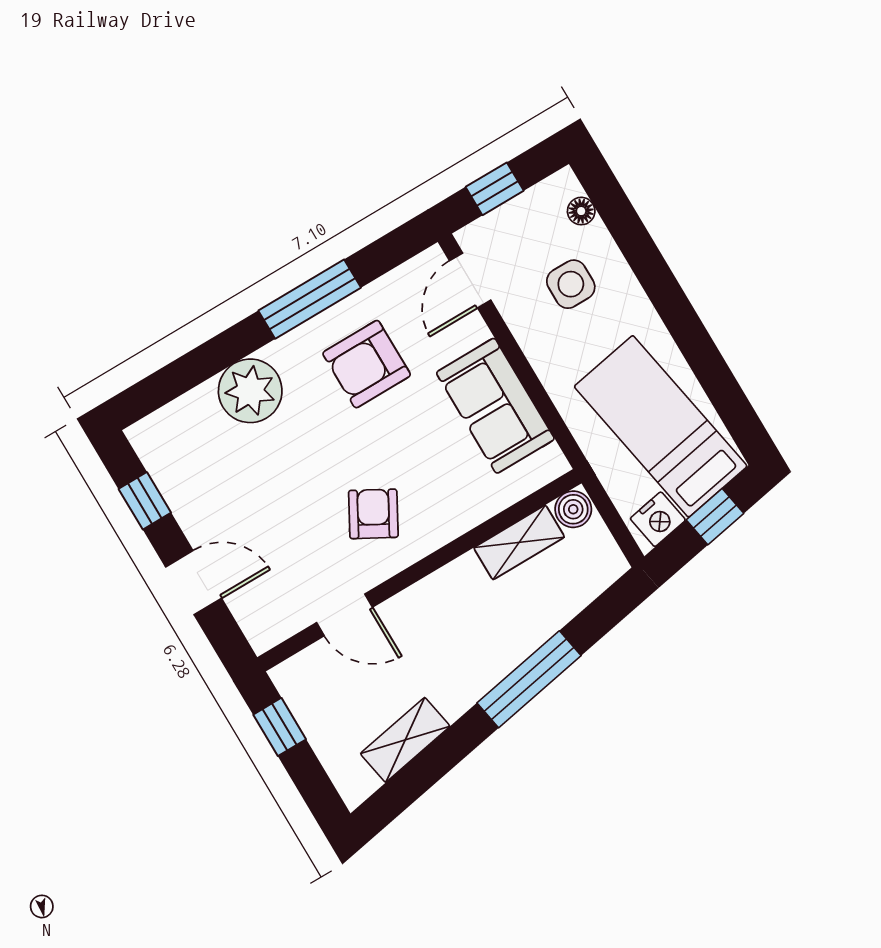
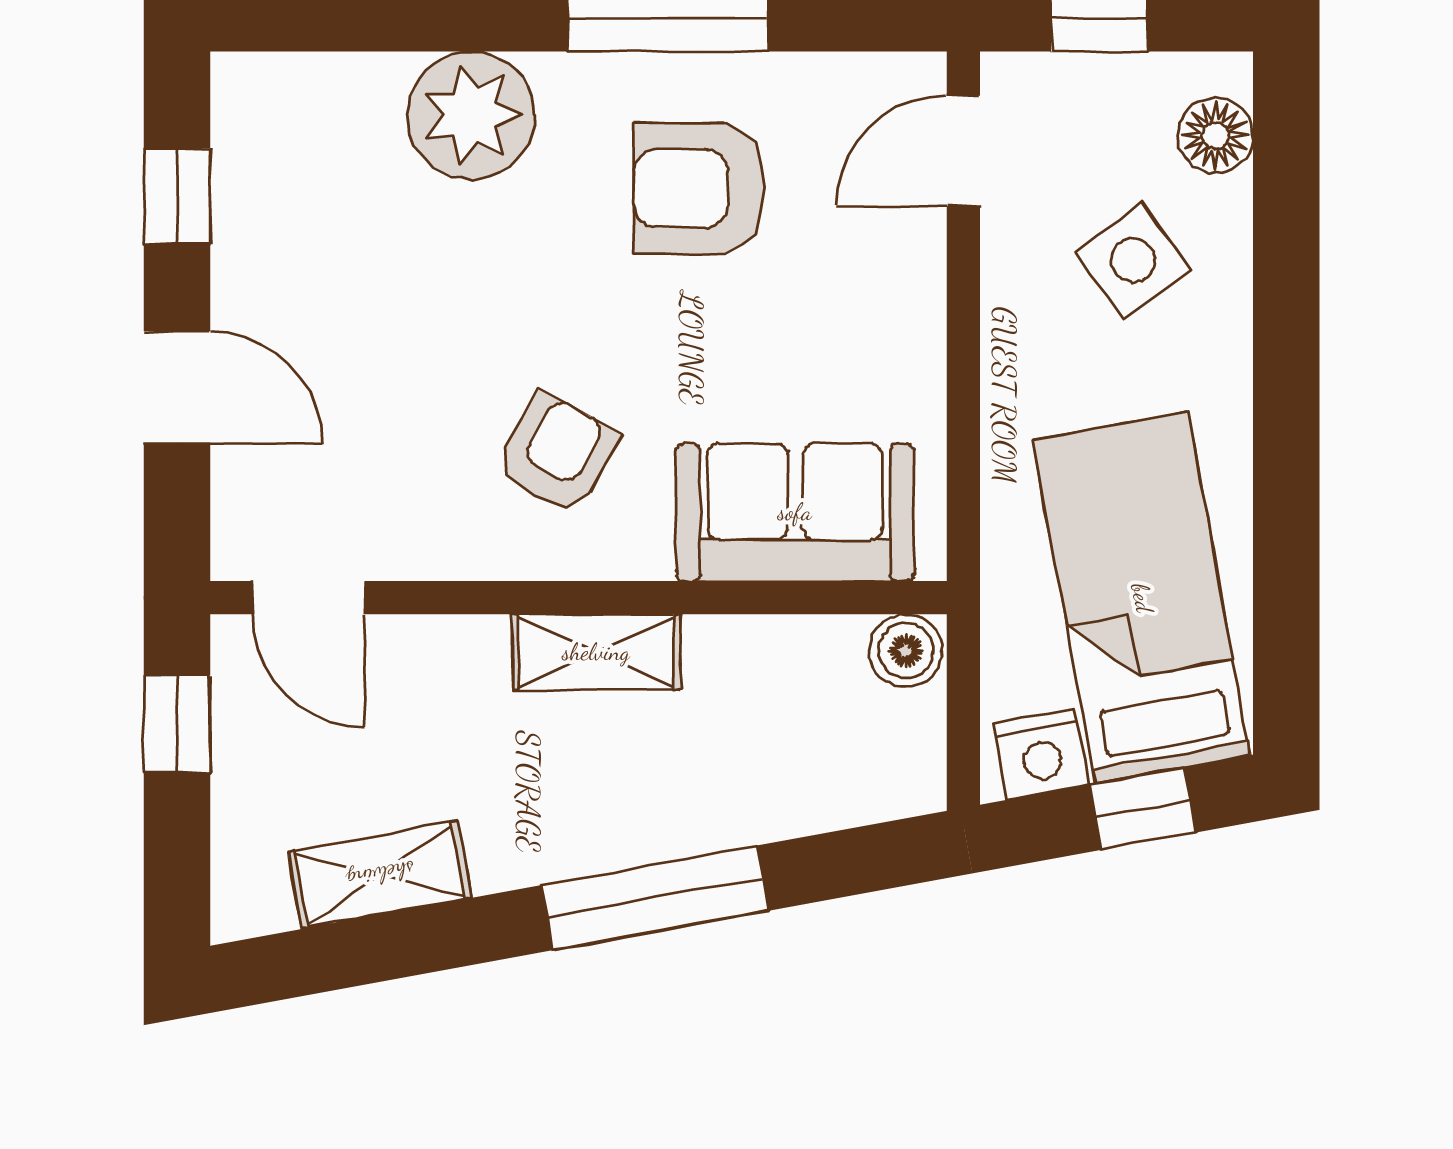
floor lamp: (581, 211) -> (1215, 135), width x1.37, depth x1.37
side table: (571, 284) -> (1133, 261), turned -36
sofa: (495, 406) -> (795, 512), moved, turned 90
shelving: (519, 542) -> (596, 652), moved
door: (345, 615) -> (309, 598), moved

